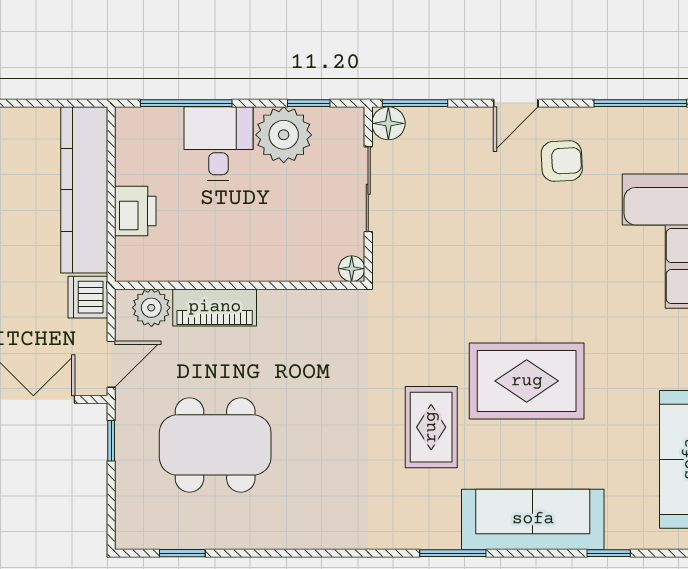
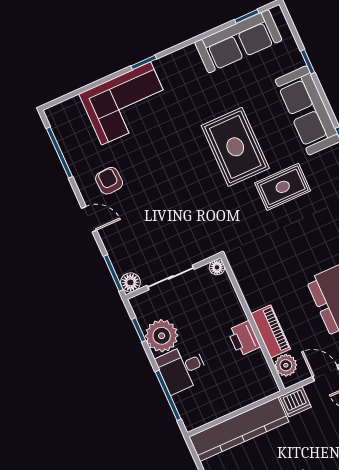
printer: (135, 211) -> (244, 339), moved, turned -90

